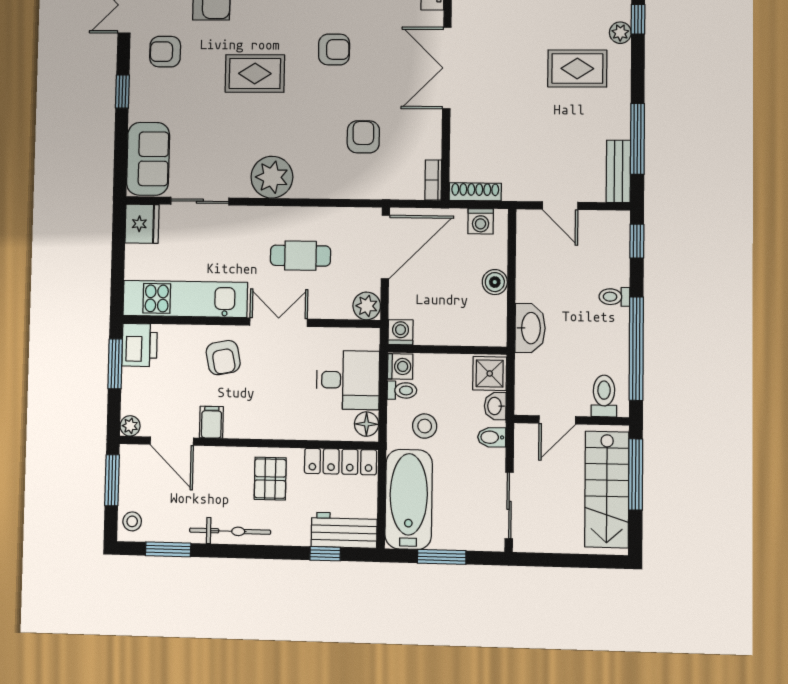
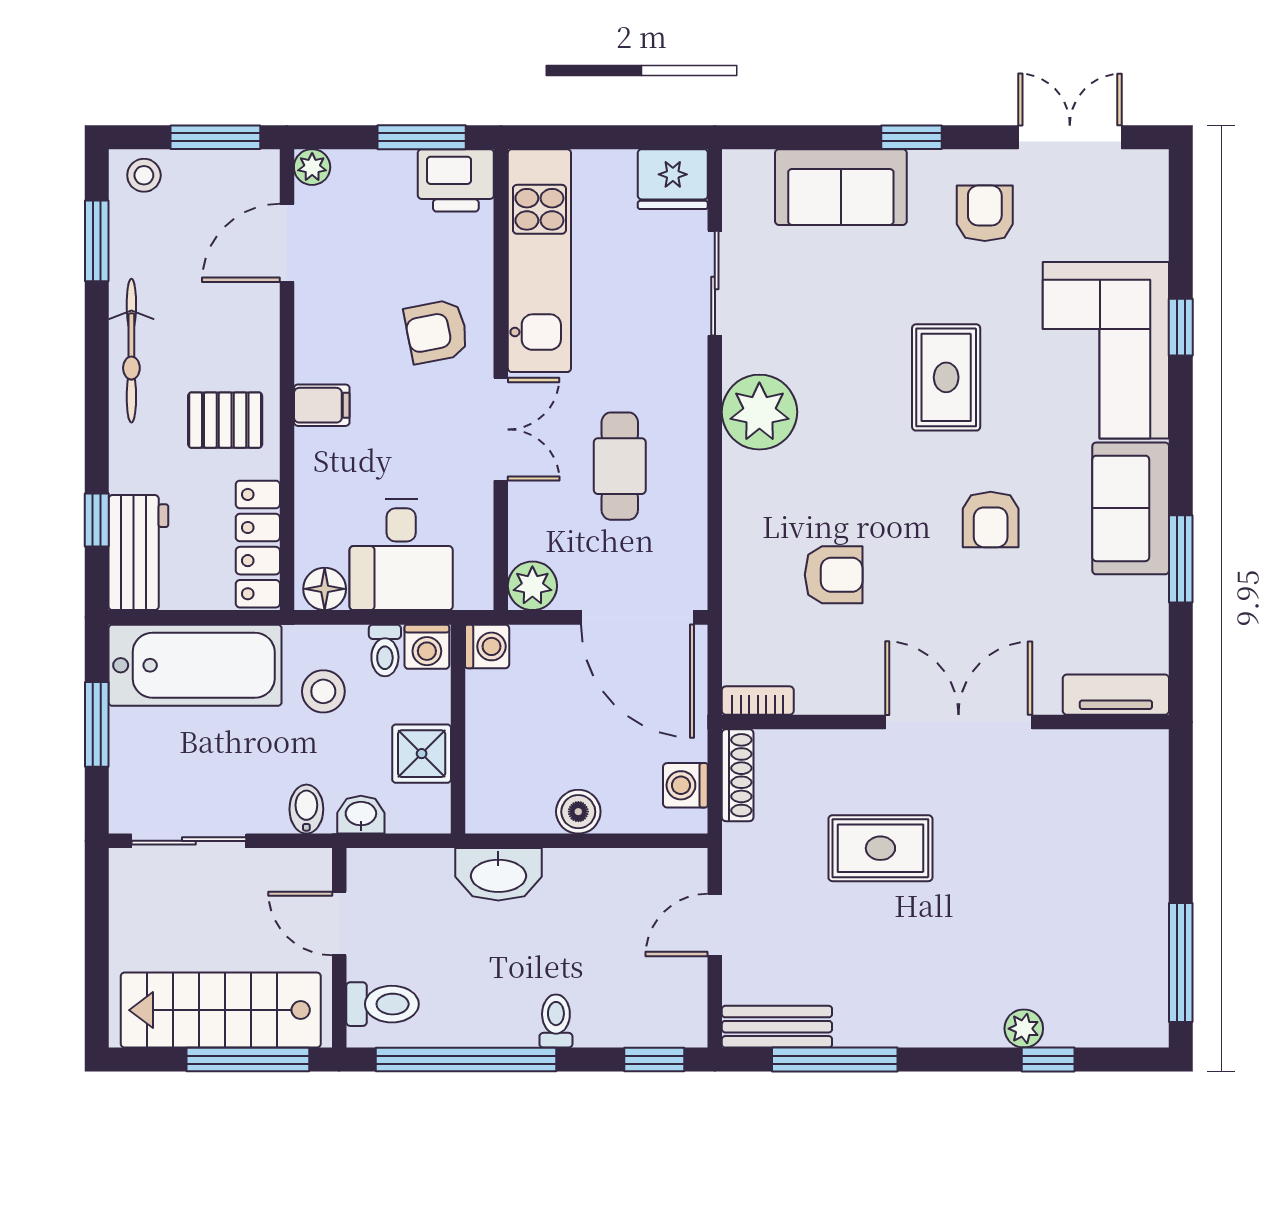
rug: (577, 69) -> (880, 848), moved, turned 90
sofa: (148, 159) -> (841, 187), moved
shower: (490, 373) -> (422, 754), moved
filing cabinet: (211, 422) -> (322, 405), moved

